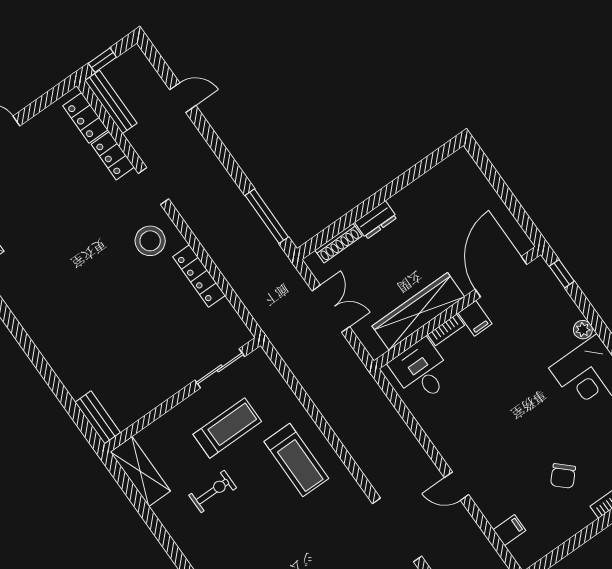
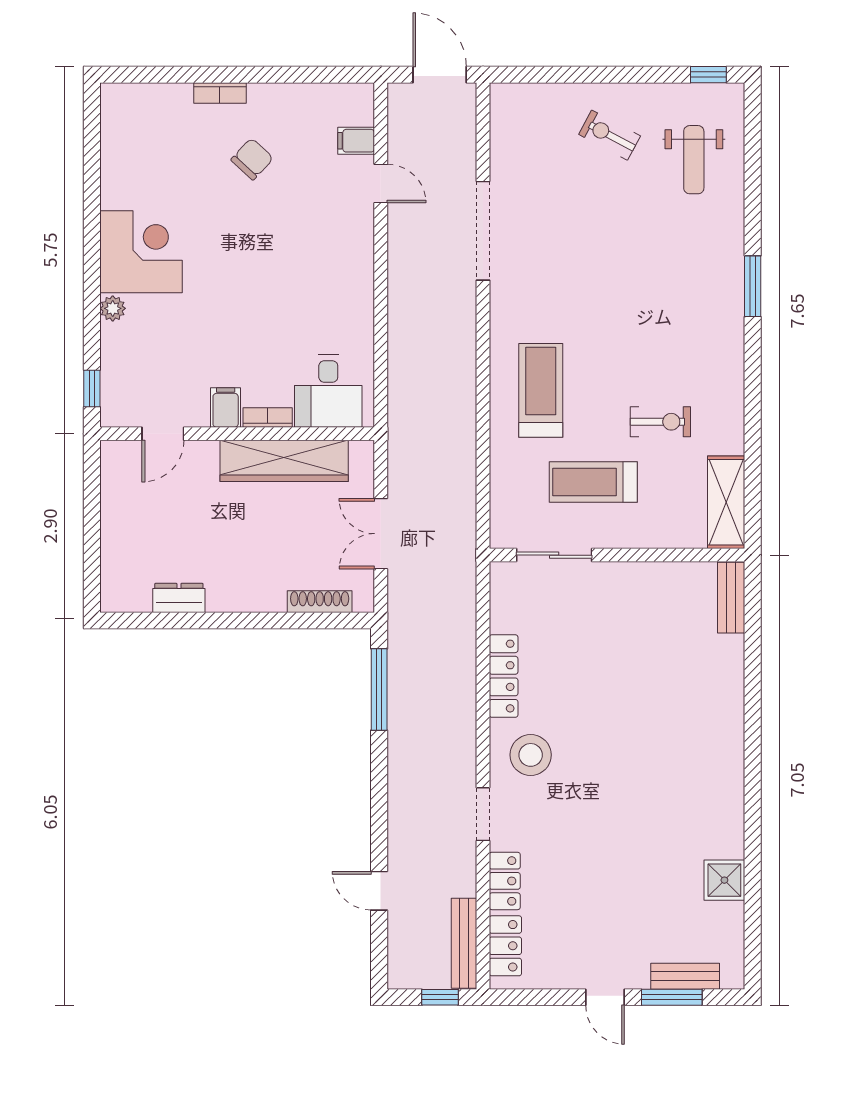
dresser: (376, 220) -> (179, 598), moved
door: (501, 277) -> (163, 434), width x0.53
door: (457, 486) -> (381, 184), moved
exercise bike: (213, 491) -> (660, 422), turned 180

